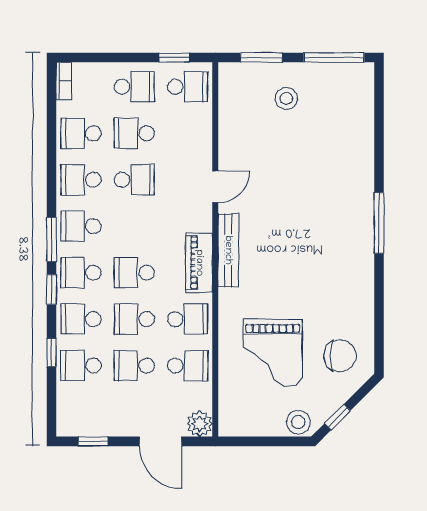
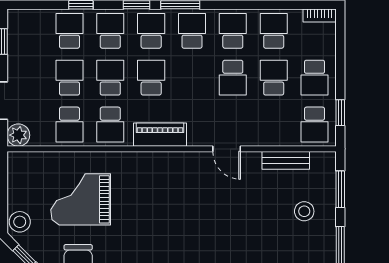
bench: (228, 250) -> (286, 160), moved, width x0.73

